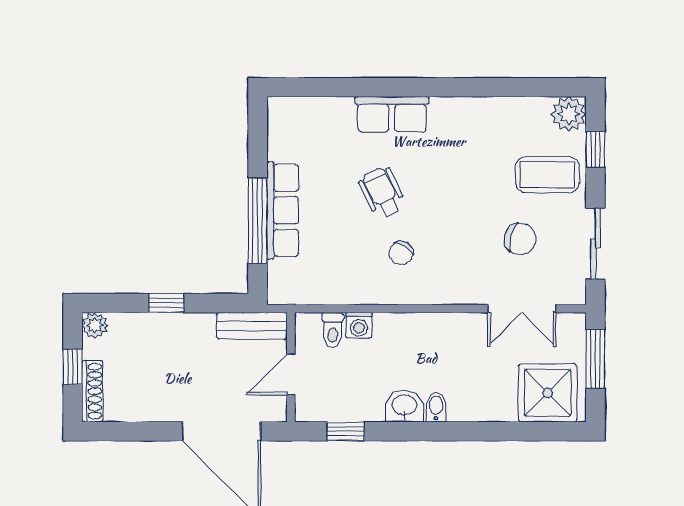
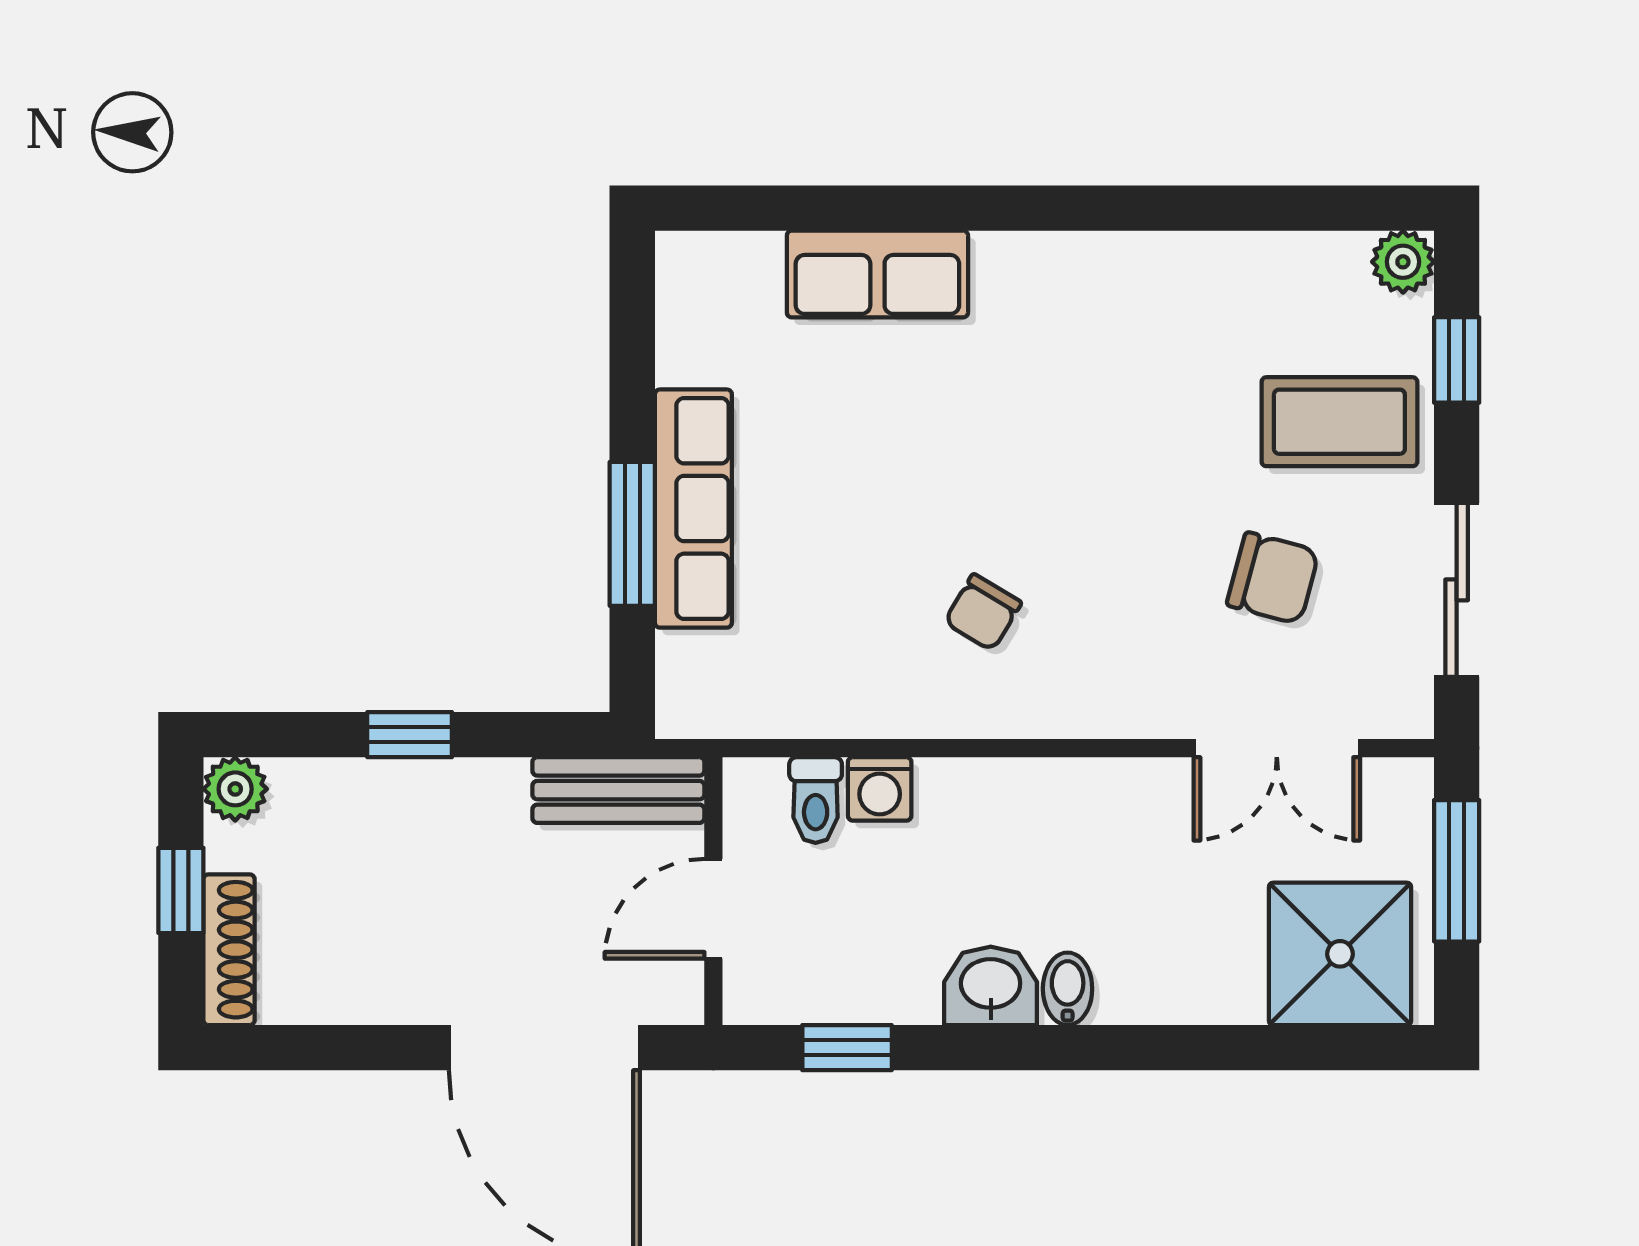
row of seats: (392, 114) -> (877, 274), moved
plant: (569, 114) -> (1403, 262), width x0.73, depth x0.73
wheelchair: (382, 193) -> (937, 465), removed
window: (258, 221) -> (632, 534), width x0.69

